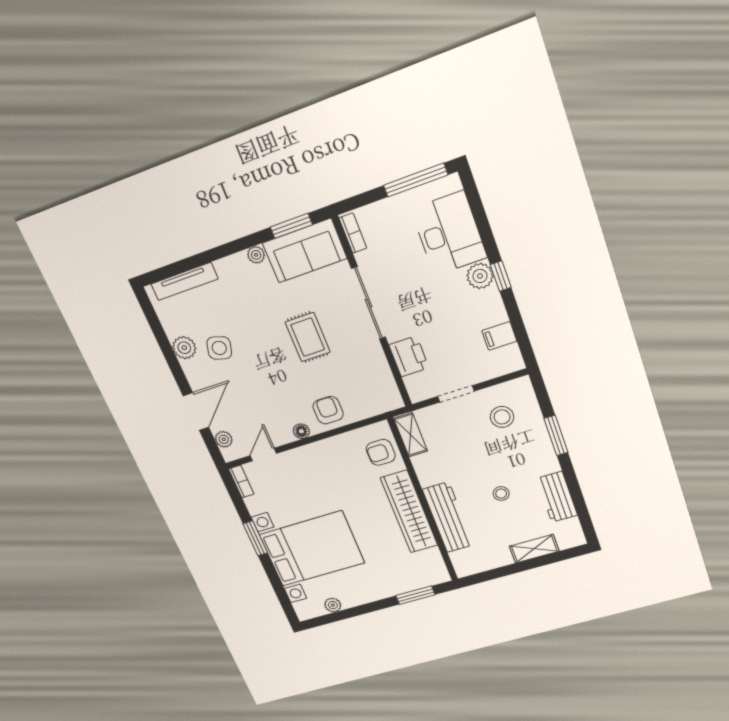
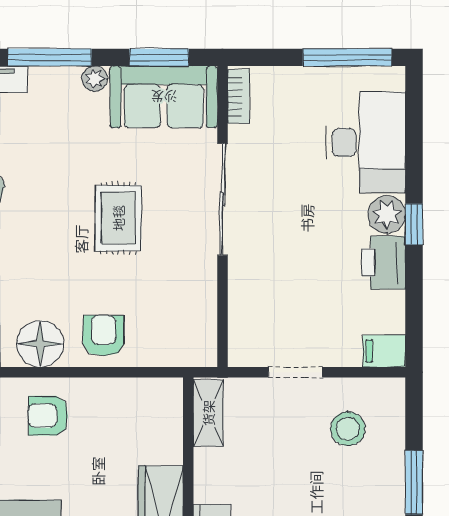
window: (222, 251) -> (50, 57), added
filing cabinet: (499, 336) -> (384, 351), moved
printer: (409, 356) -> (384, 263), moved, turned 180
floor lamp: (301, 431) -> (40, 344), width x1.89, depth x1.89
armchair: (381, 452) -> (48, 416), moved

